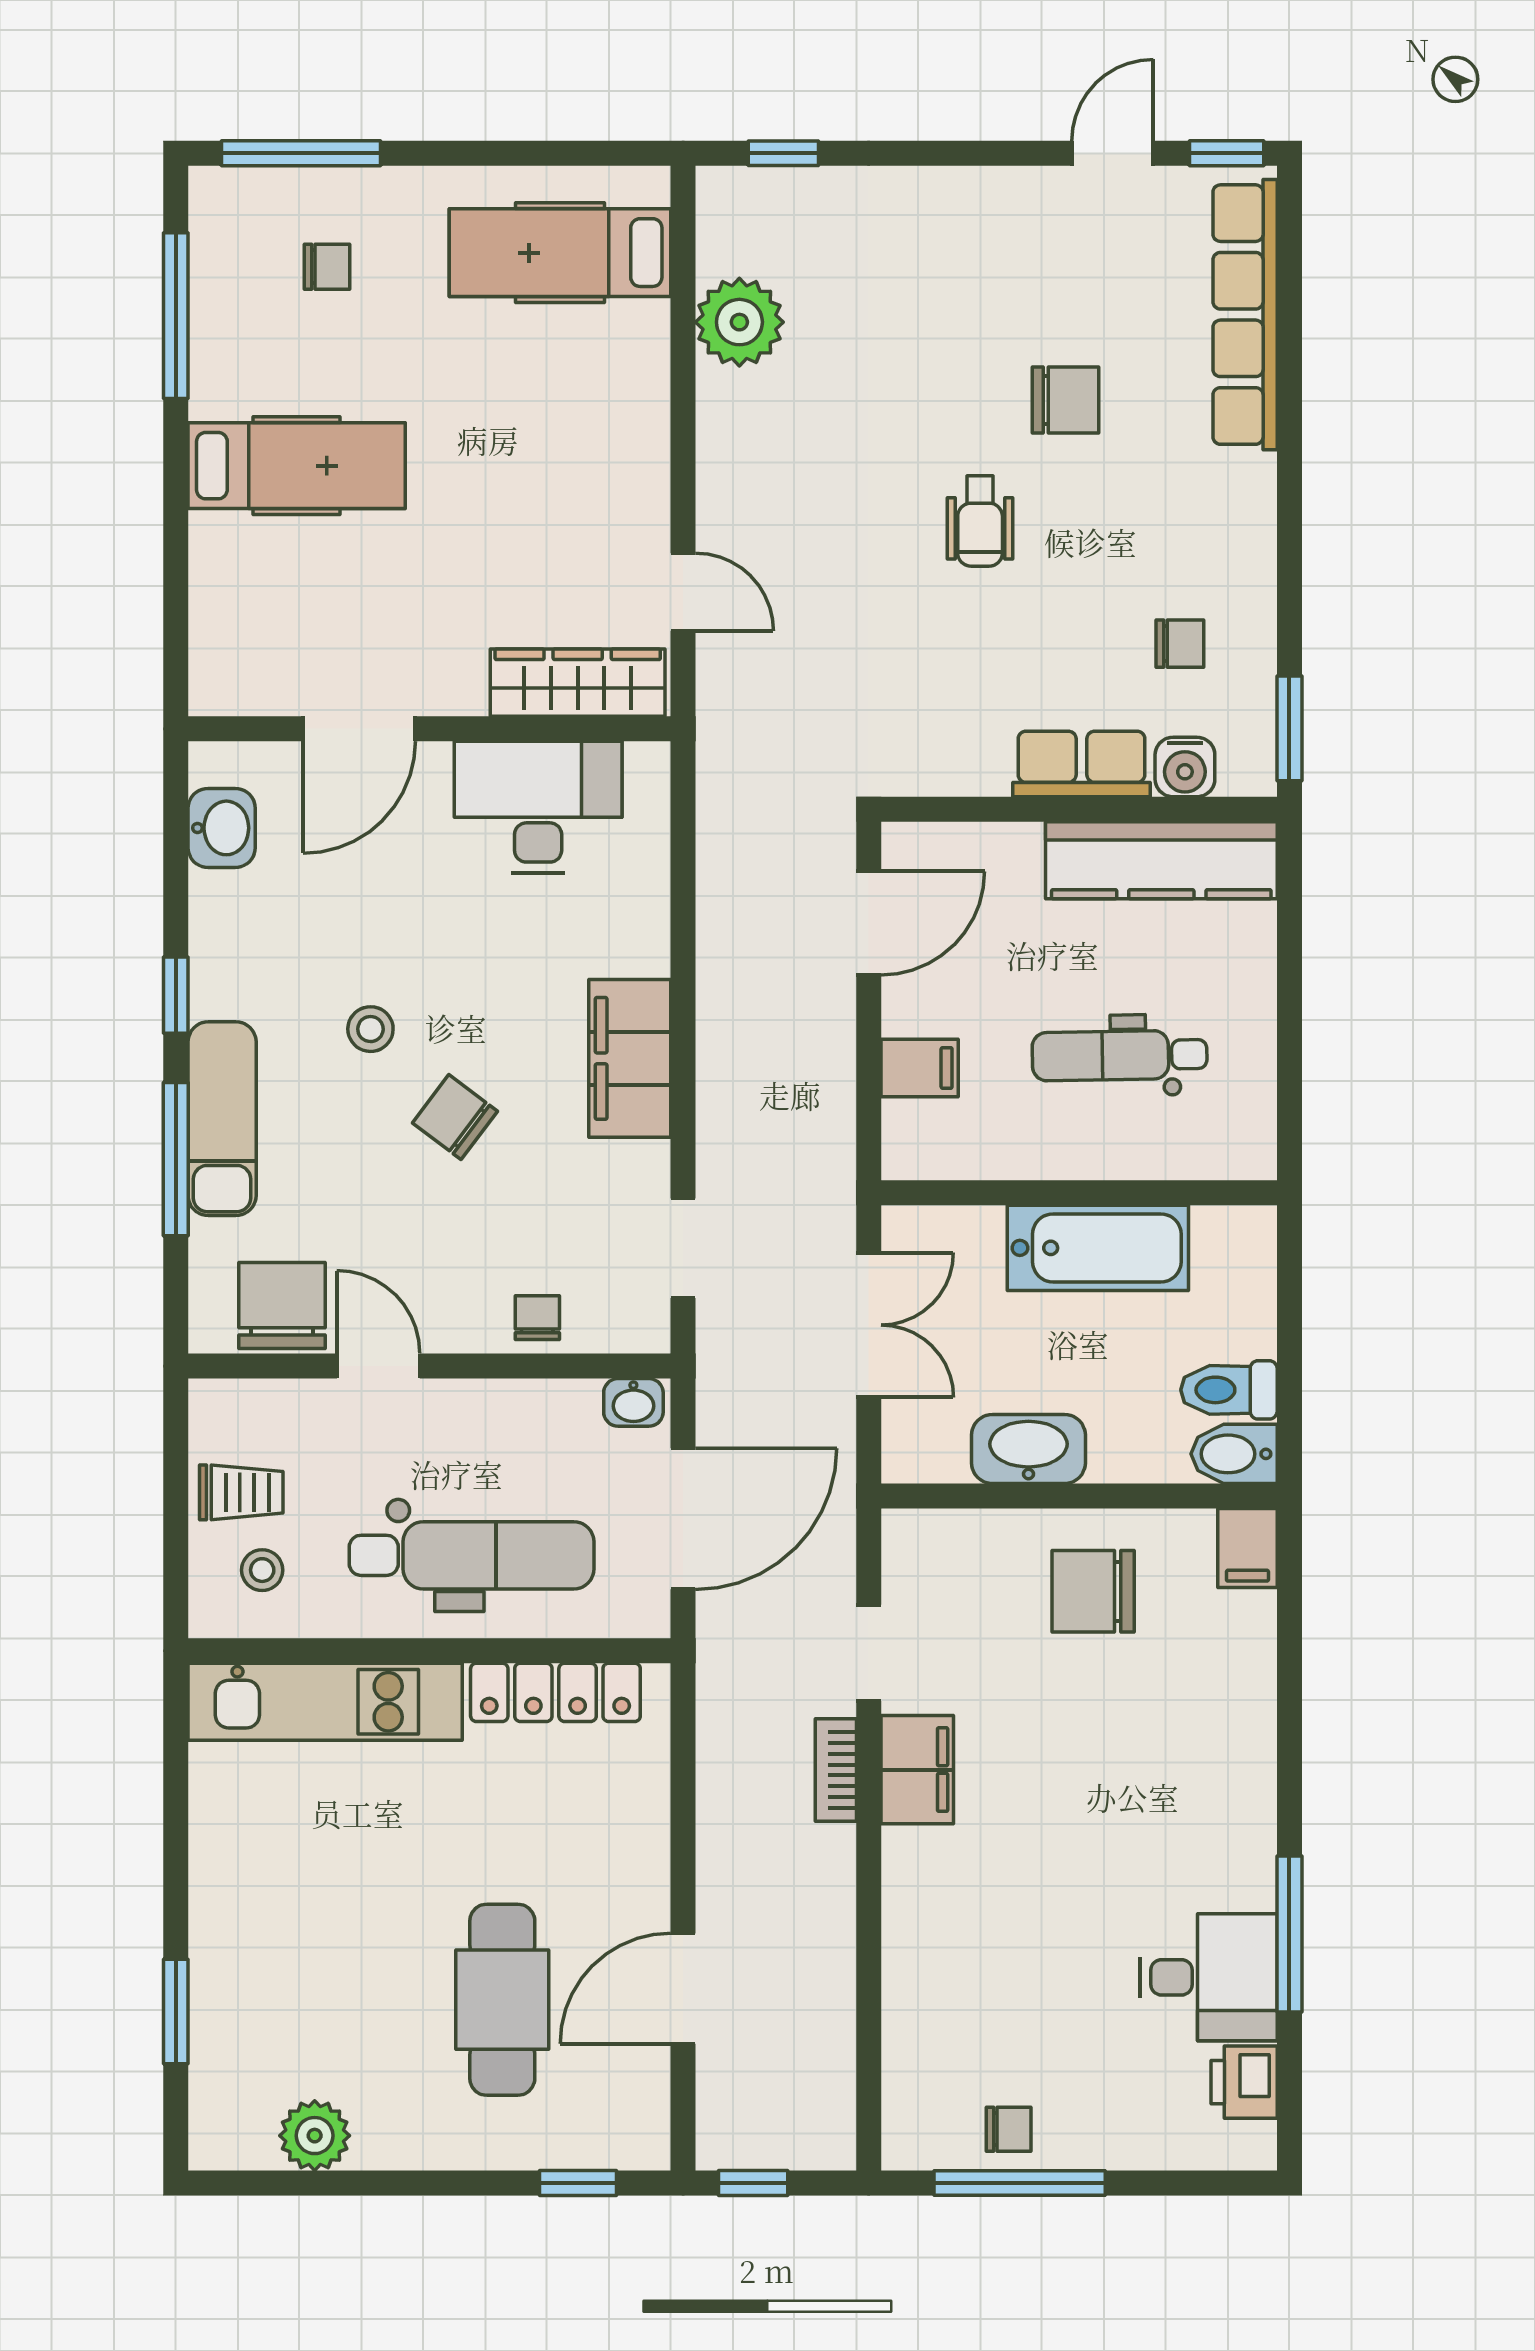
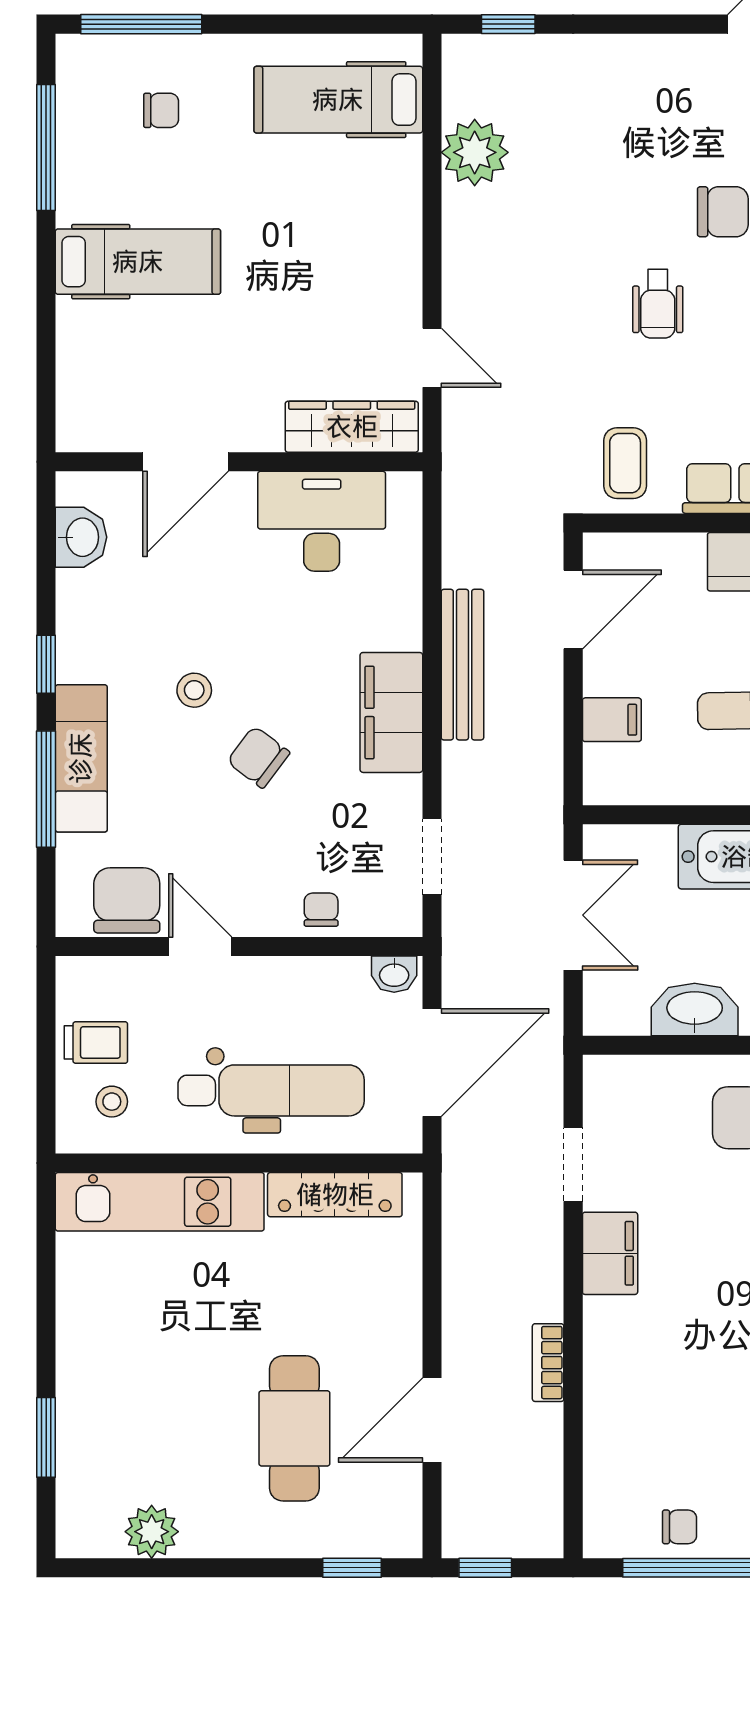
coffee table: (937, 731) -> (625, 463), added
bench: (723, 995) -> (462, 665), added
bookcase: (836, 1770) -> (548, 1363), moved

